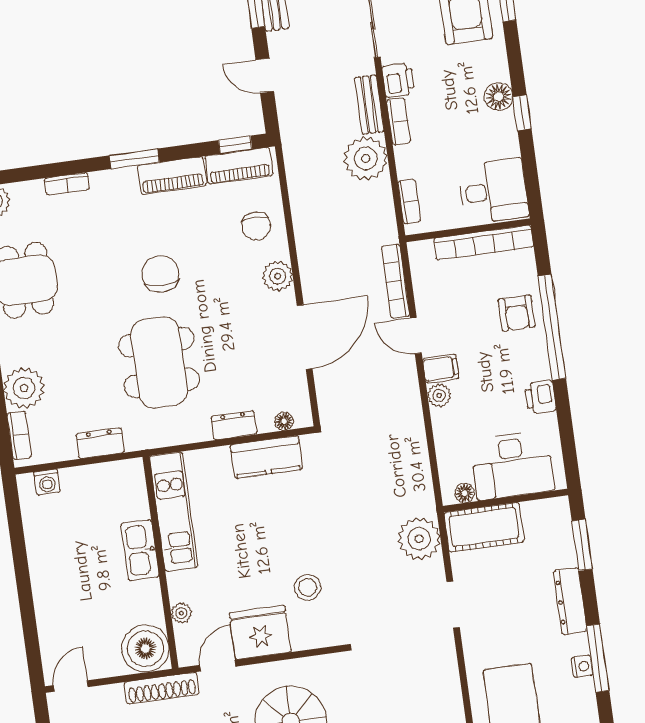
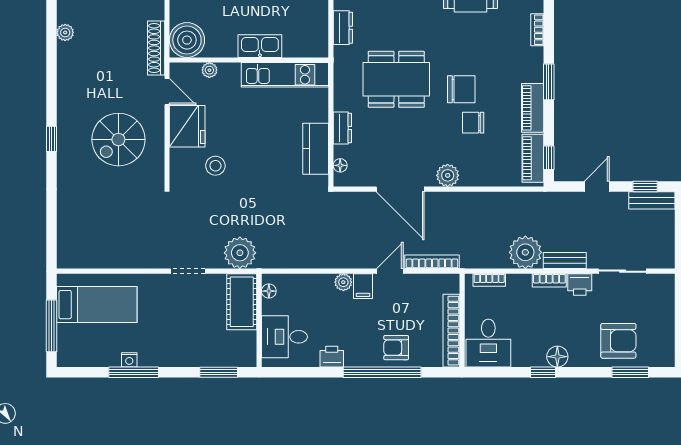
chair: (256, 226) -> (473, 123), moved
desk: (512, 465) -> (284, 337), width x0.73
dresser: (570, 601) -> (178, 358), removed

